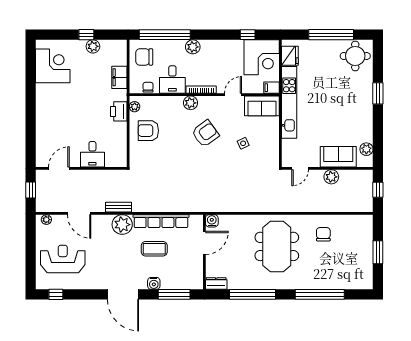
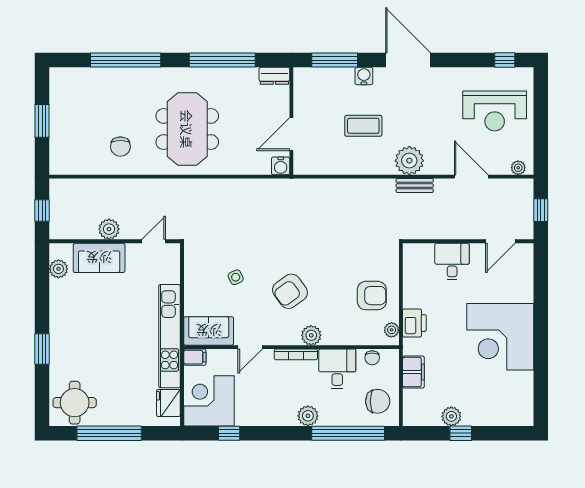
corner desk: (53, 66) -> (500, 337), moved, width x1.36, depth x1.36
row of seats: (161, 221) -> (354, 165), removed

